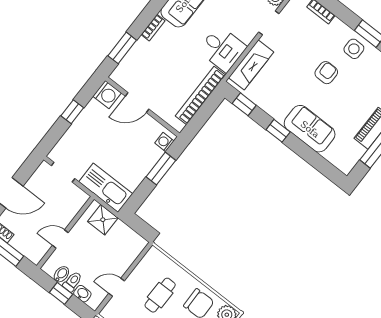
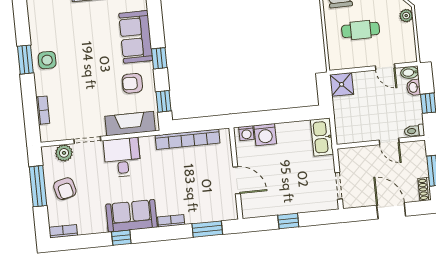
desk: (222, 49) -> (122, 157), moved
armchair: (326, 73) -> (132, 83), moved
washing machine: (107, 95) -> (265, 135), moved, turned 180
window: (161, 169) -> (268, 117), removed
kitchen sink: (106, 188) -> (322, 137), width x0.73, depth x0.81
shower: (103, 220) -> (342, 84), moved
bidet: (61, 274) -> (410, 73), moved
toilet: (72, 282) -> (414, 131), moved

